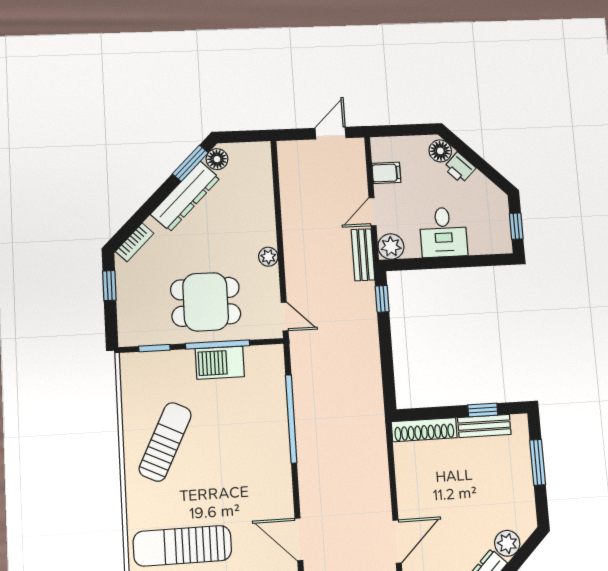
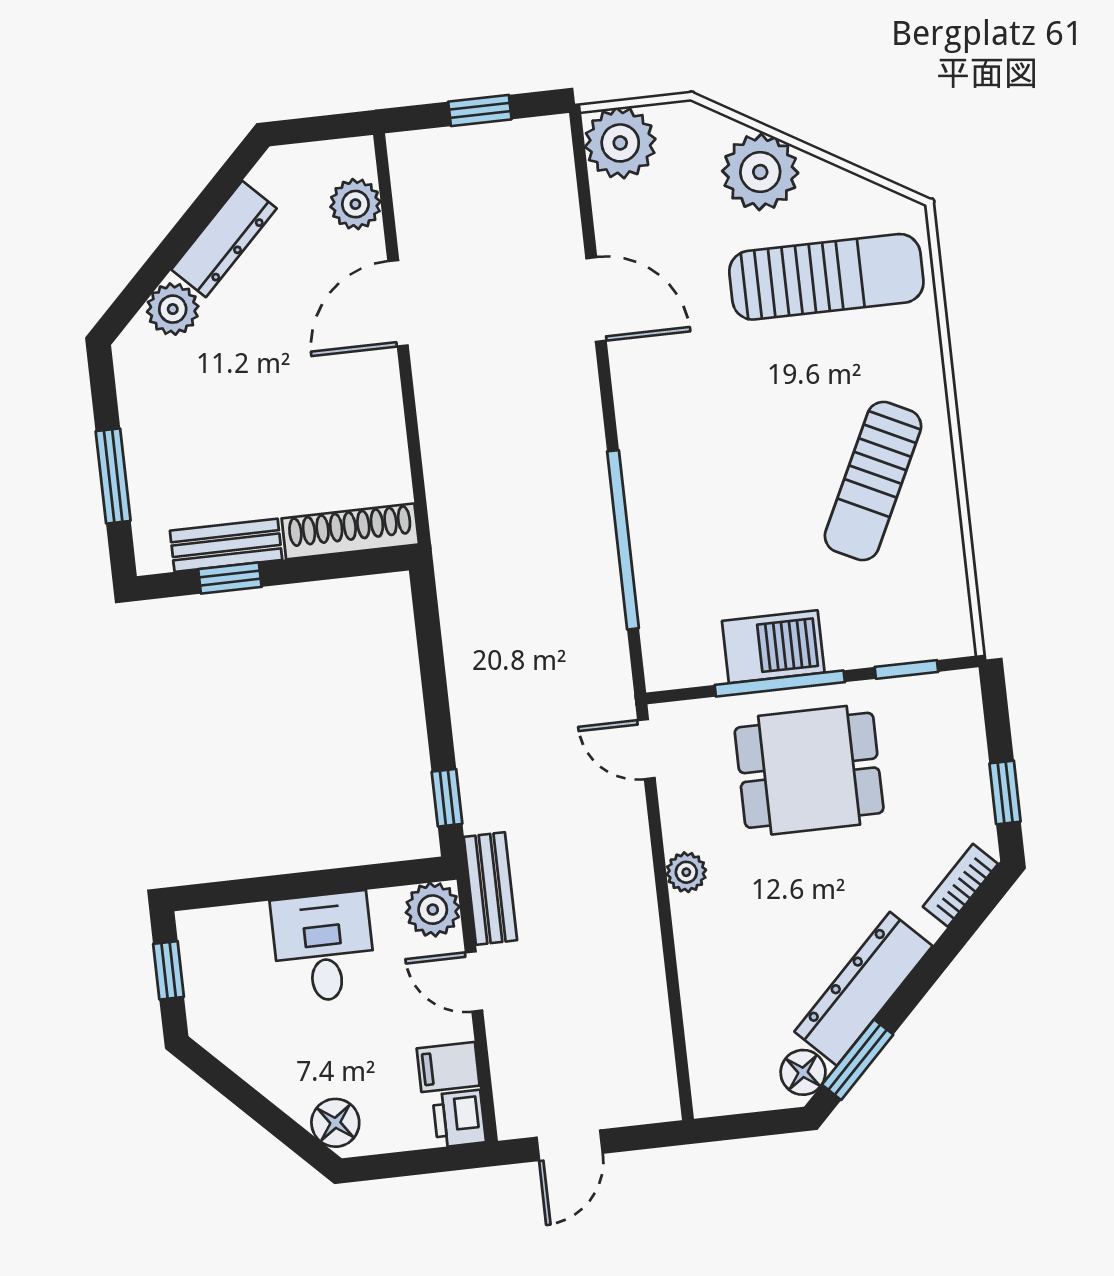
printer: (460, 168) -> (459, 1119), moved, turned -135
door: (373, 212) -> (474, 981), swing flipped

